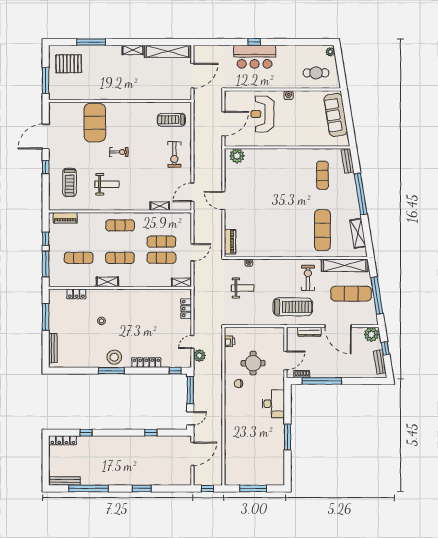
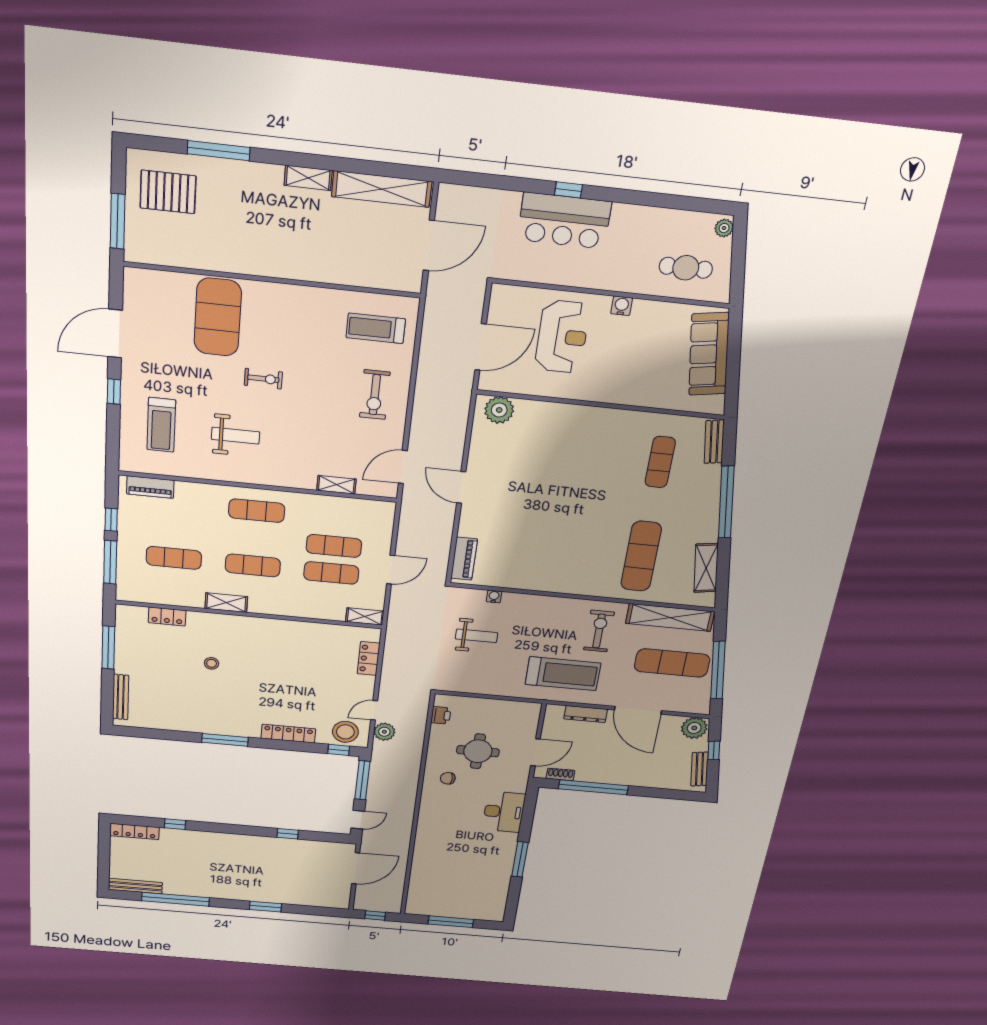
reception desk: (262, 114) -> (562, 337), turned 180
stool: (114, 357) -> (345, 732), moved

